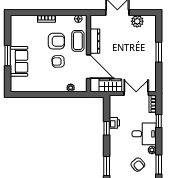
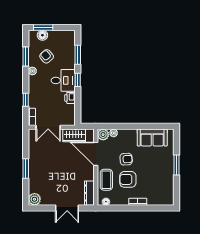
plant: (137, 21) -> (34, 199), moved
dresser: (95, 41) -> (89, 193), moved
sofa: (19, 61) -> (152, 138), moved, turned -90
plant: (81, 86) -> (103, 135), added
window: (107, 128) -> (78, 80), moved
desk: (144, 134) -> (63, 80), moved, turned 180

